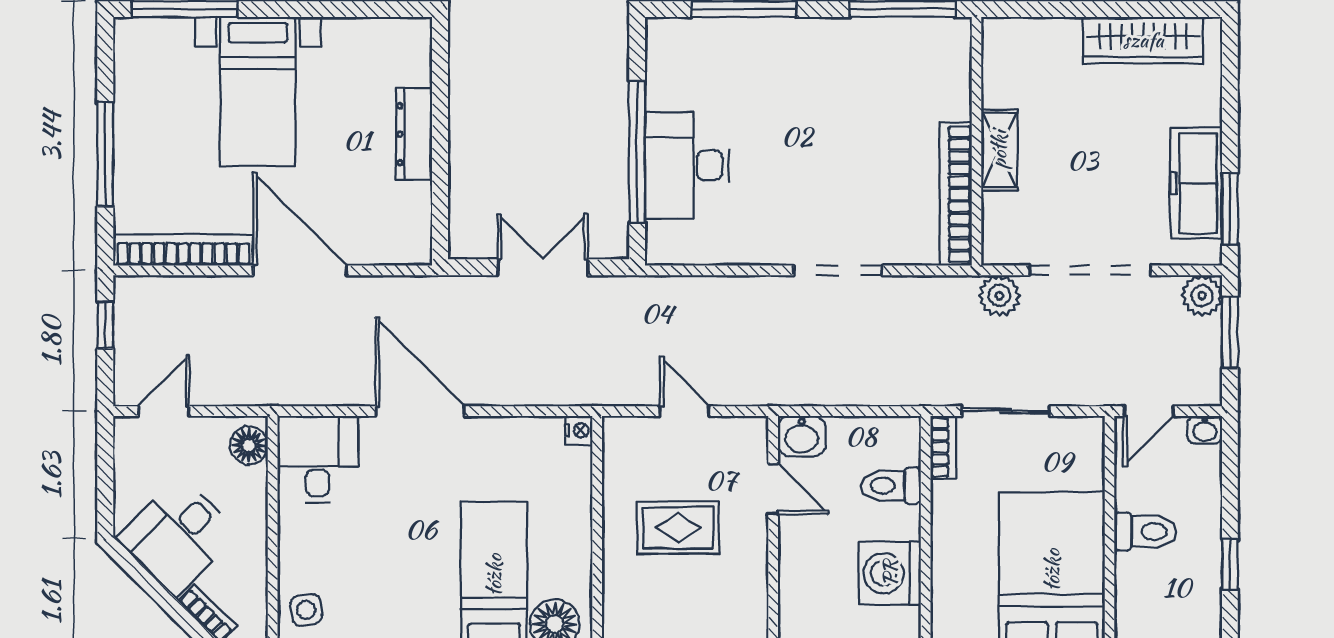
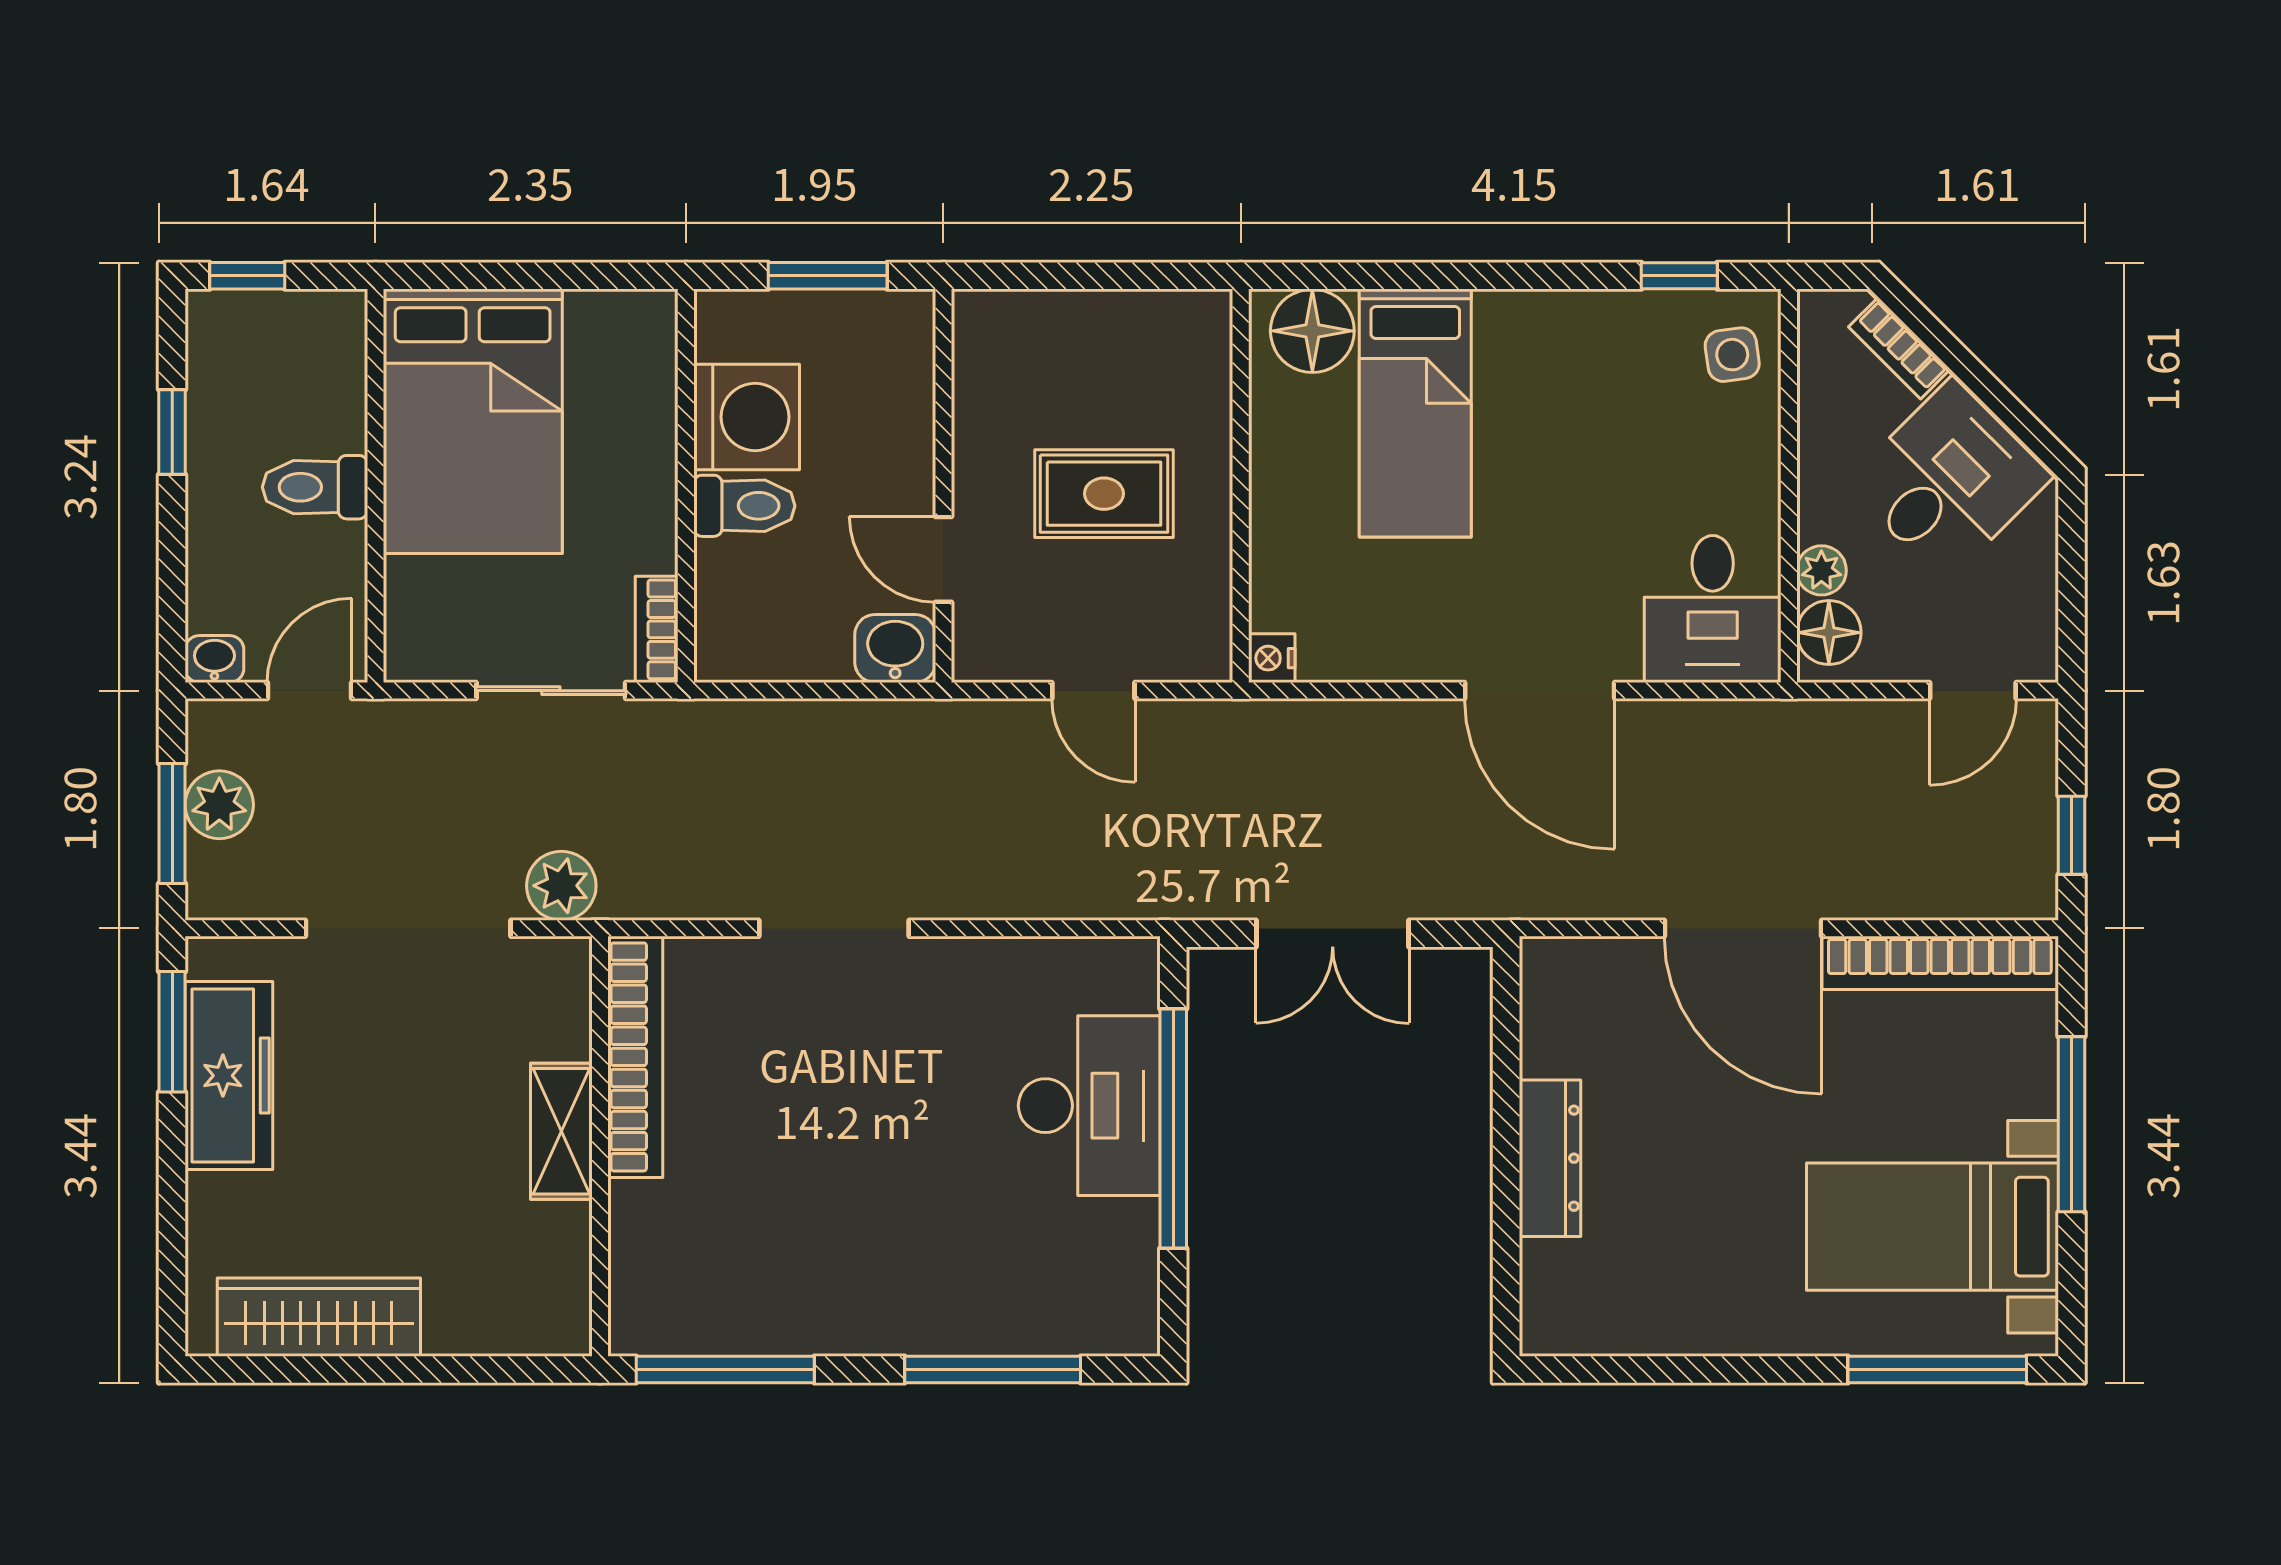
bed with nightstands: (258, 91) -> (1932, 1227), moved, turned -90
plant: (1202, 296) -> (219, 805), moved
plant: (253, 482) -> (1821, 570), added
toilet: (891, 486) -> (744, 506), moved

